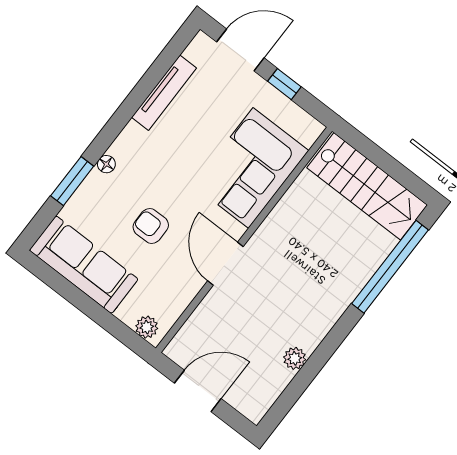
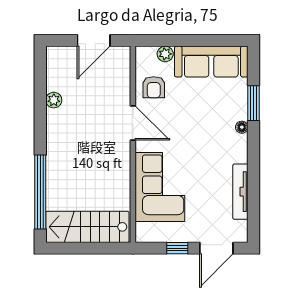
armchair: (151, 226) -> (154, 87), moved, turned 90
plant: (147, 327) -> (165, 54), moved

